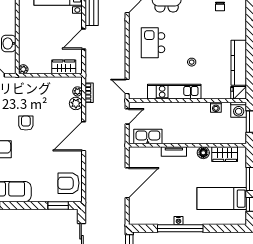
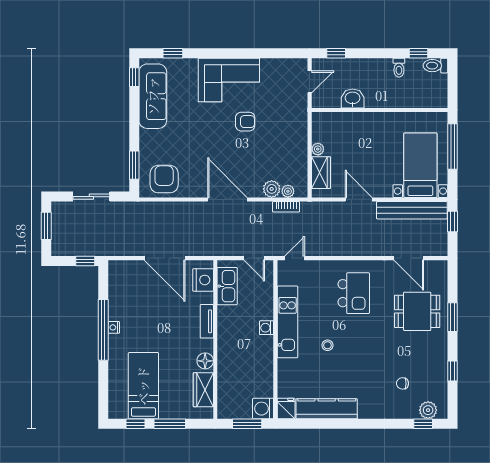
kitchen island: (153, 43) -> (354, 293), turned 90
plant: (23, 69) -> (318, 149), moved
washing machine: (216, 107) -> (267, 328), moved
nightstand: (143, 154) -> (203, 280), added

